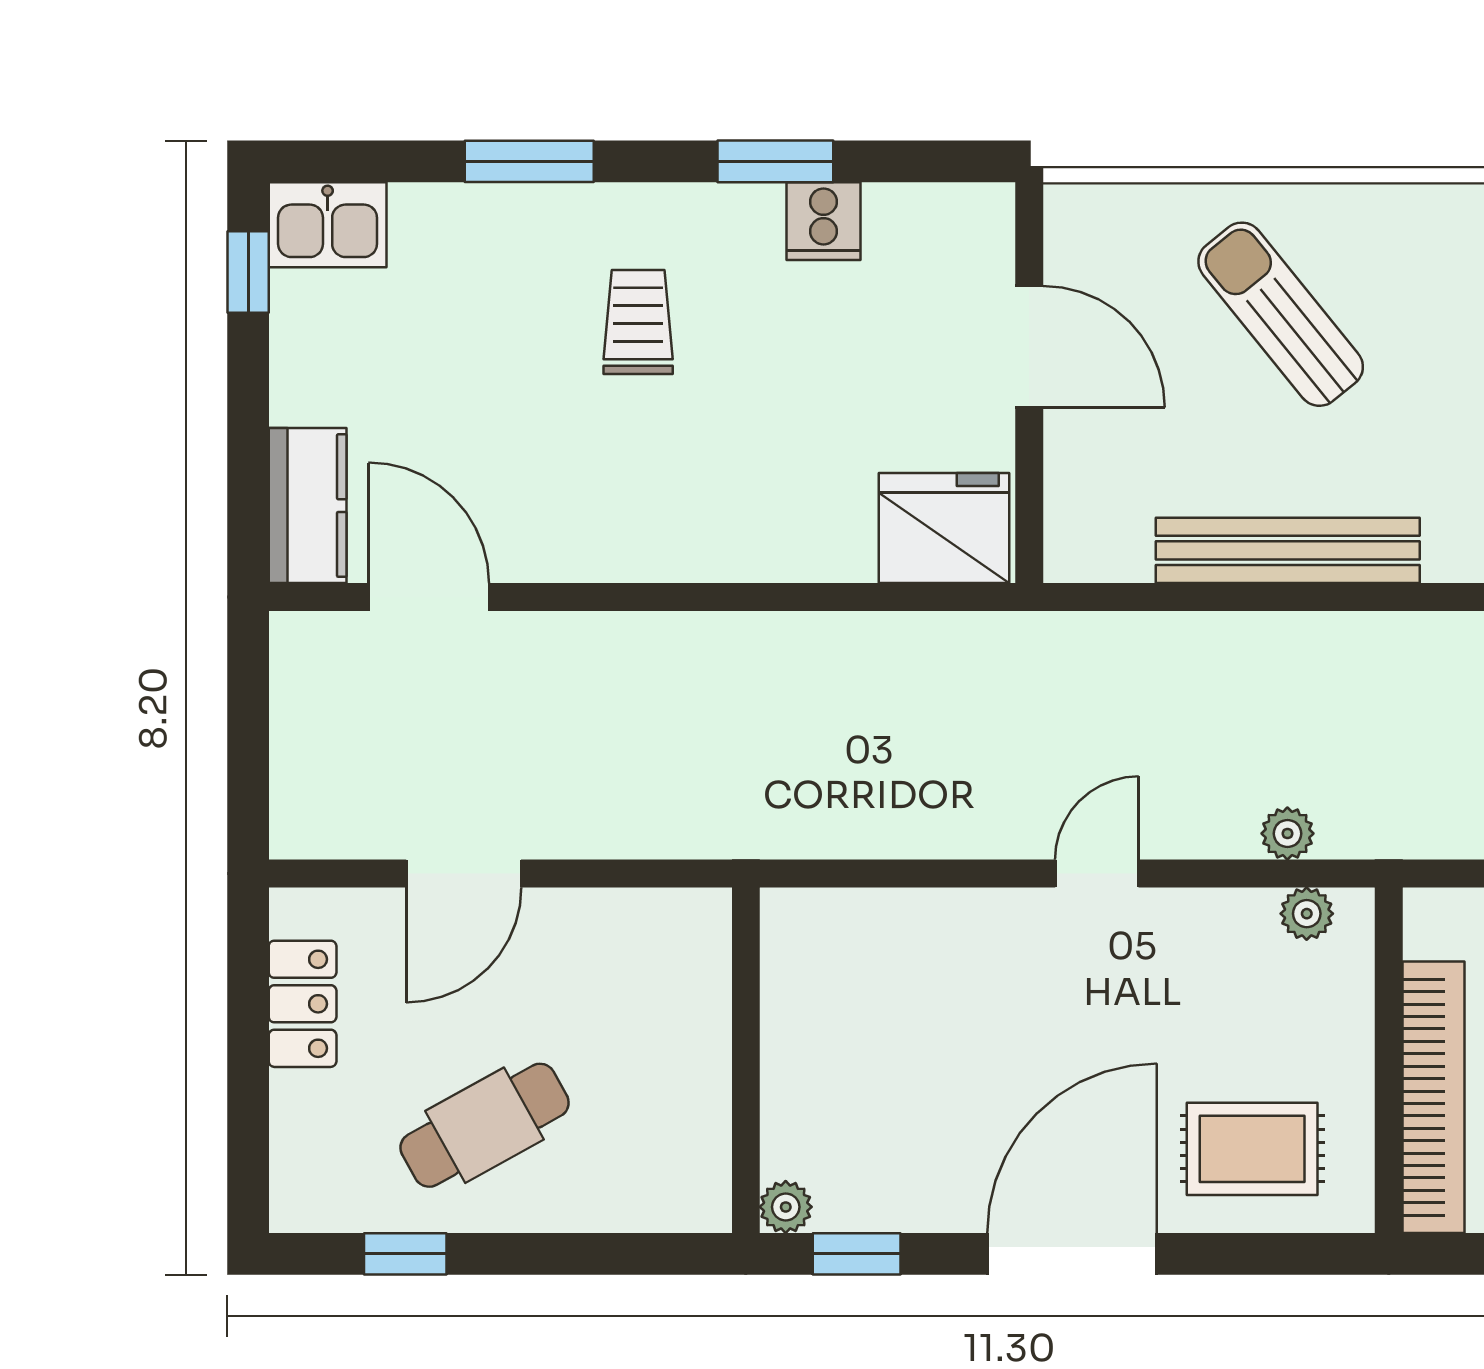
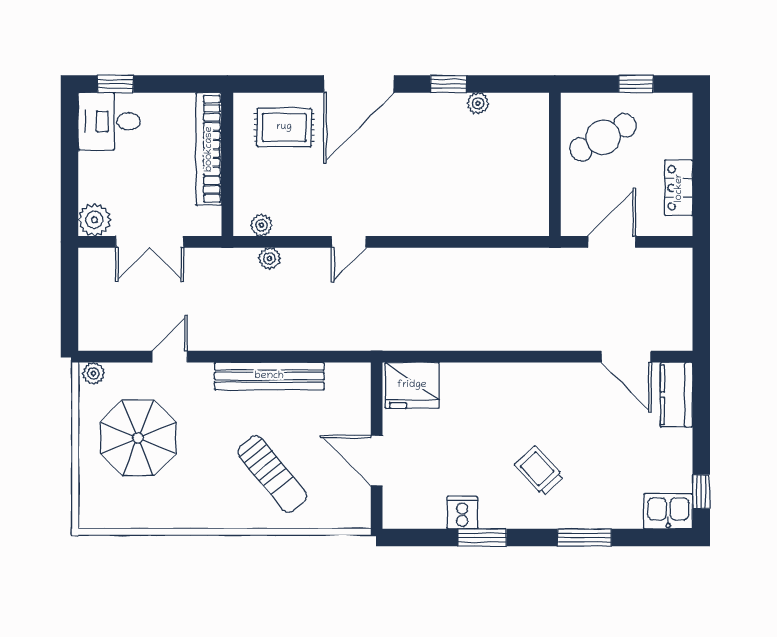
trolley: (638, 322) -> (539, 471), turned 137
wall: (746, 1060) -> (555, 164), moved

